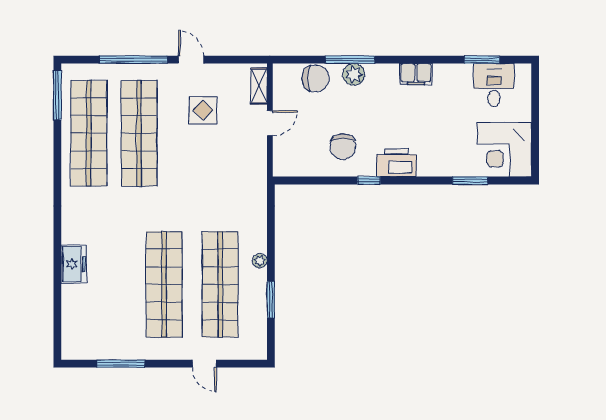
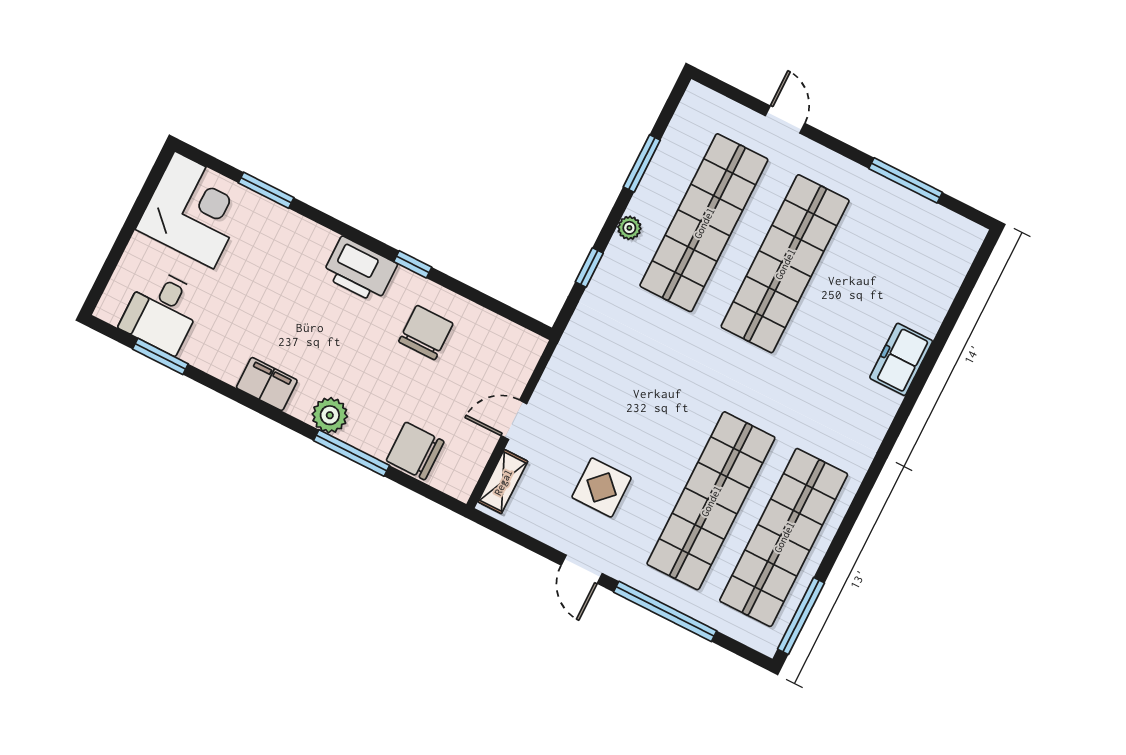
plant: (354, 74) -> (330, 415), moved
window: (271, 228) -> (589, 268), added

